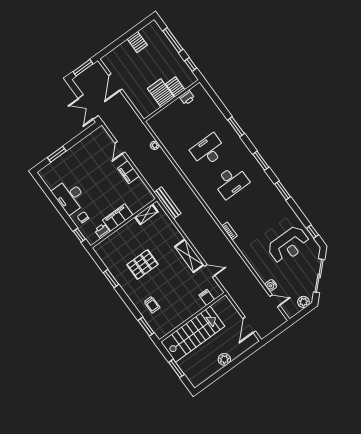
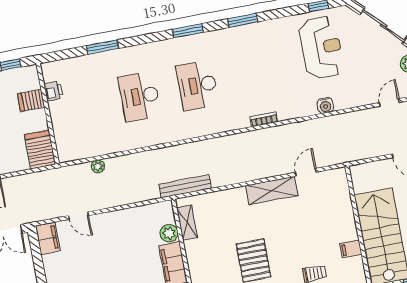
server rack: (161, 93) -> (40, 149), moved, turned 90
window: (236, 127) -> (103, 47), moved
filing cabinet: (128, 172) -> (48, 238), moved, turned -90
desk: (231, 182) -> (197, 85), turned 180
plant: (135, 207) -> (169, 233), added
water cooler: (271, 285) -> (325, 105), moved
filing cabinet: (207, 297) -> (351, 249), moved

